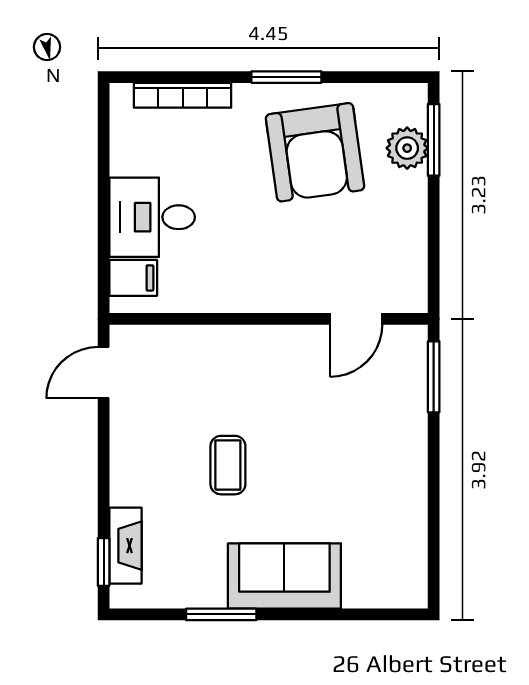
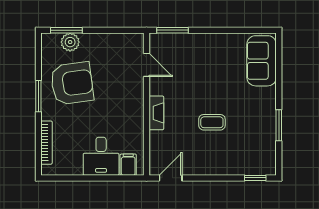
door: (104, 373) -> (171, 178), swing flipped
fireplace: (125, 546) -> (156, 113), moved, turned 90
sofa: (284, 576) -> (262, 61), moved

